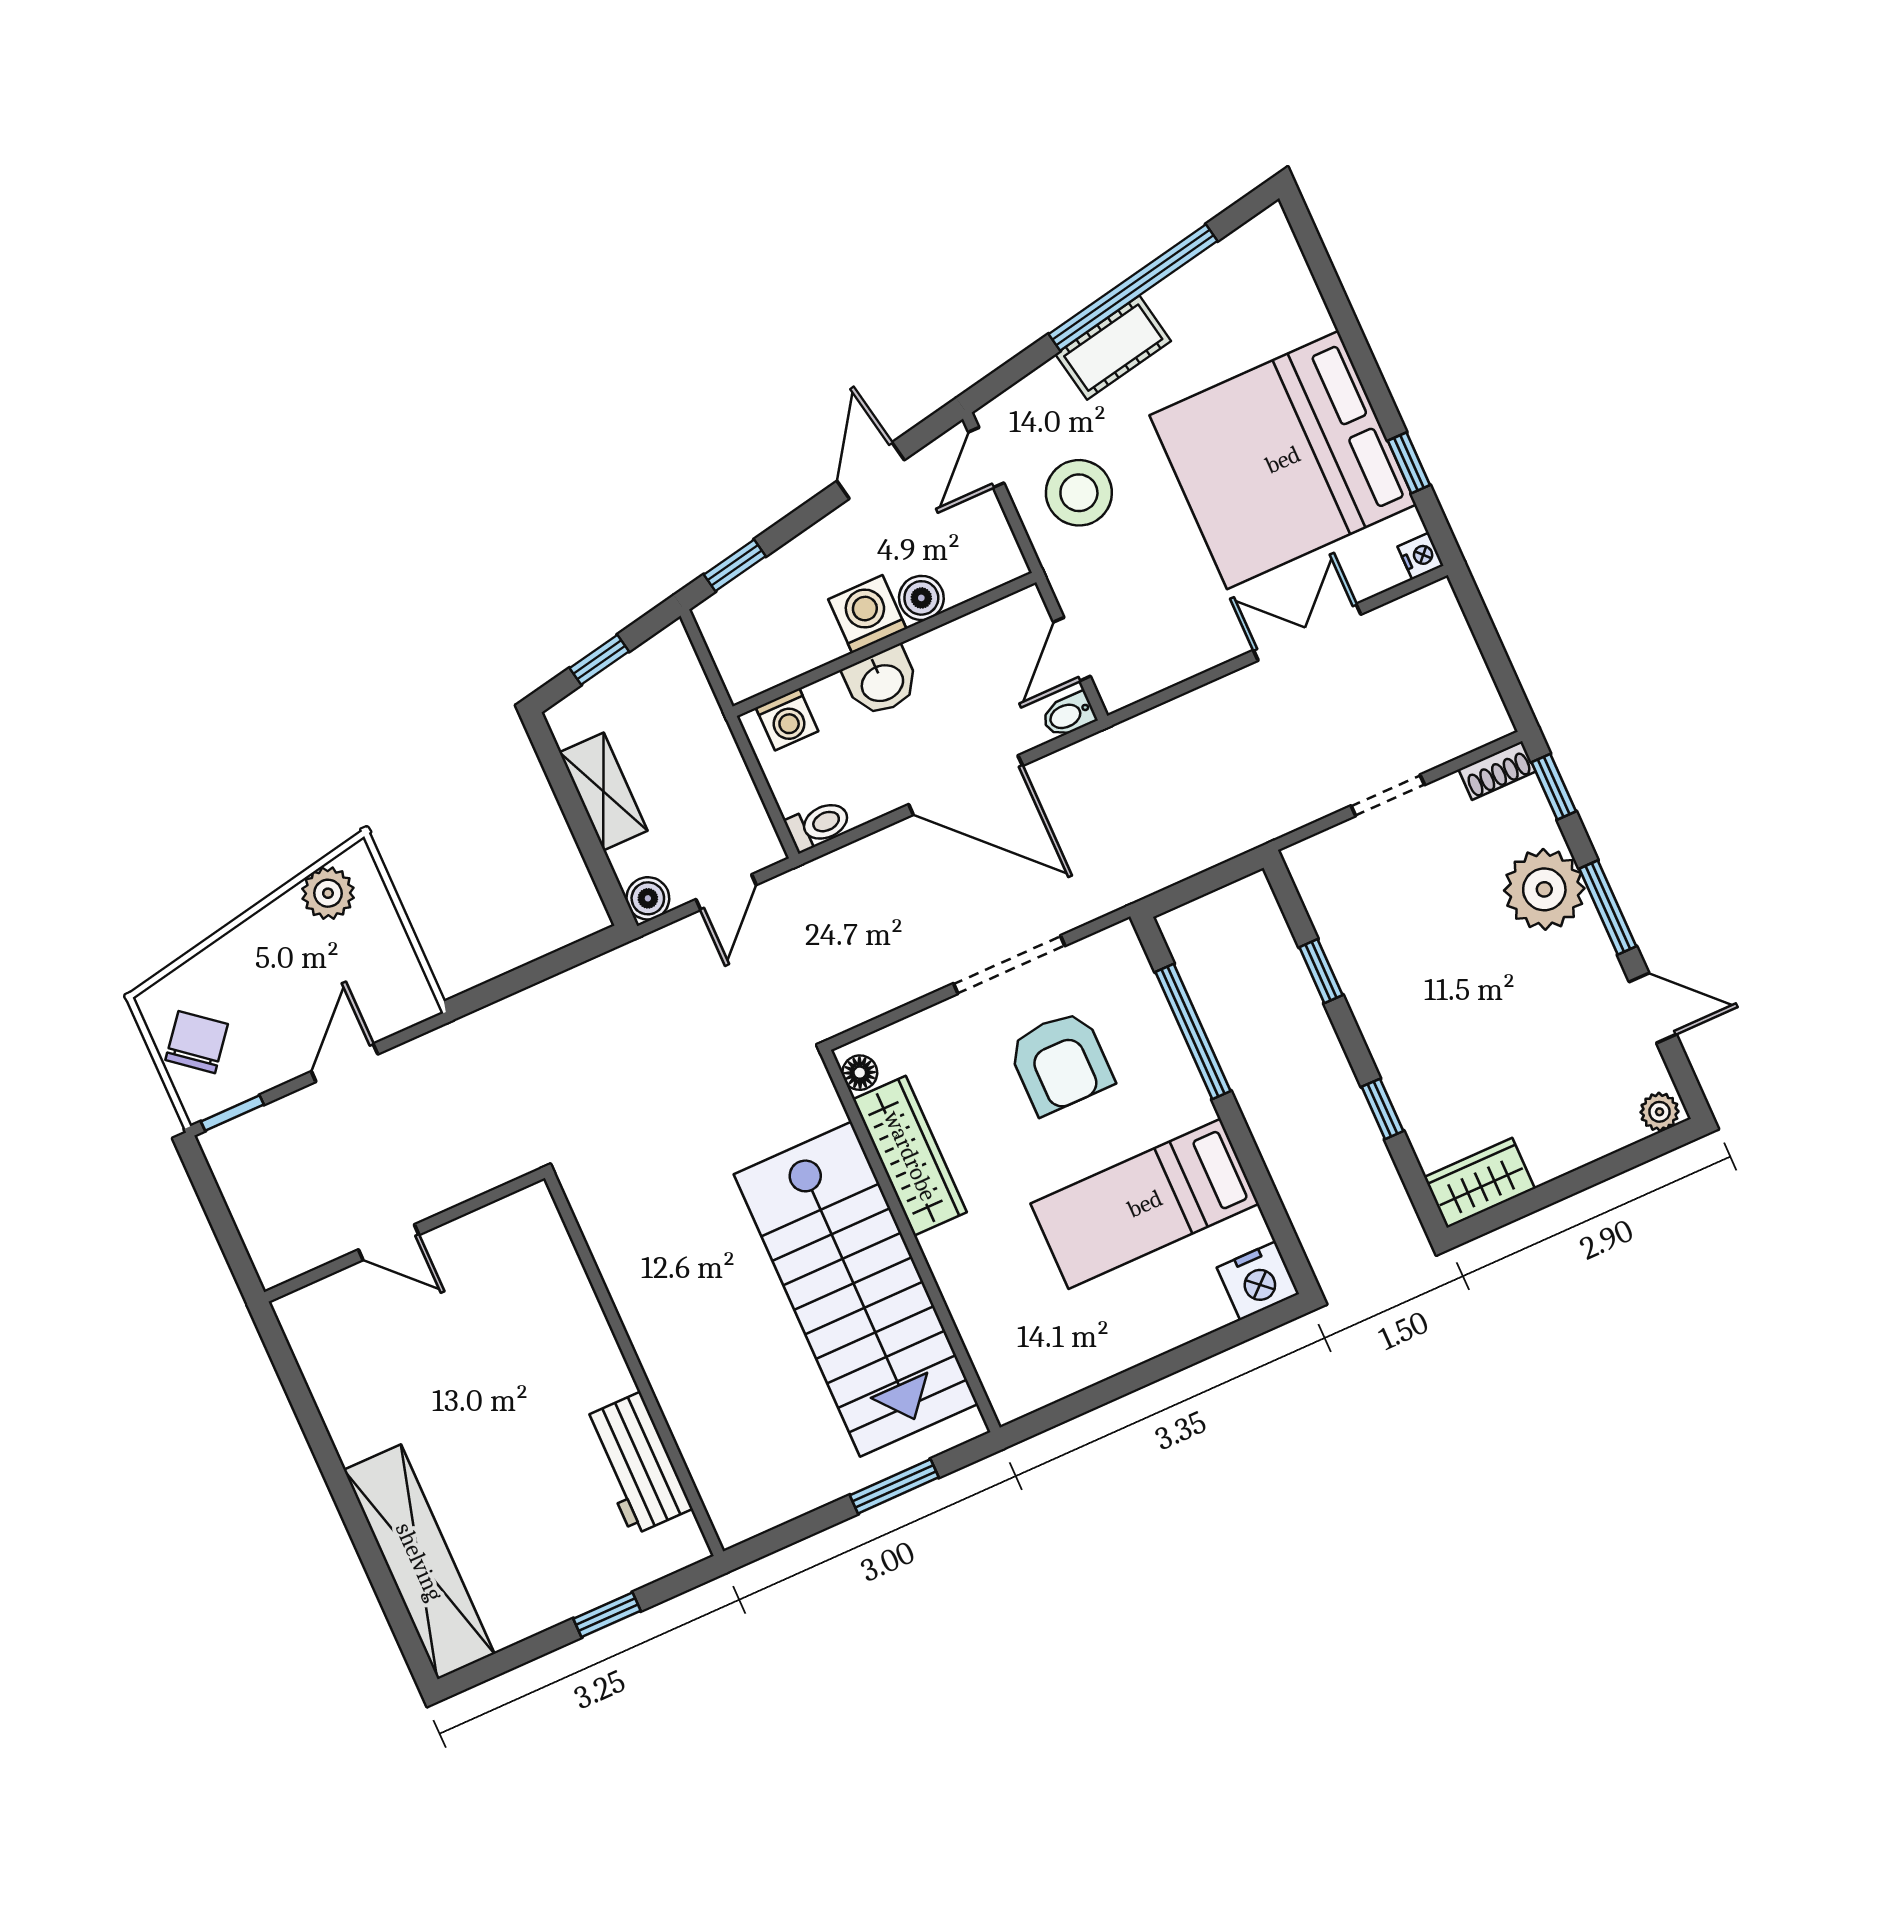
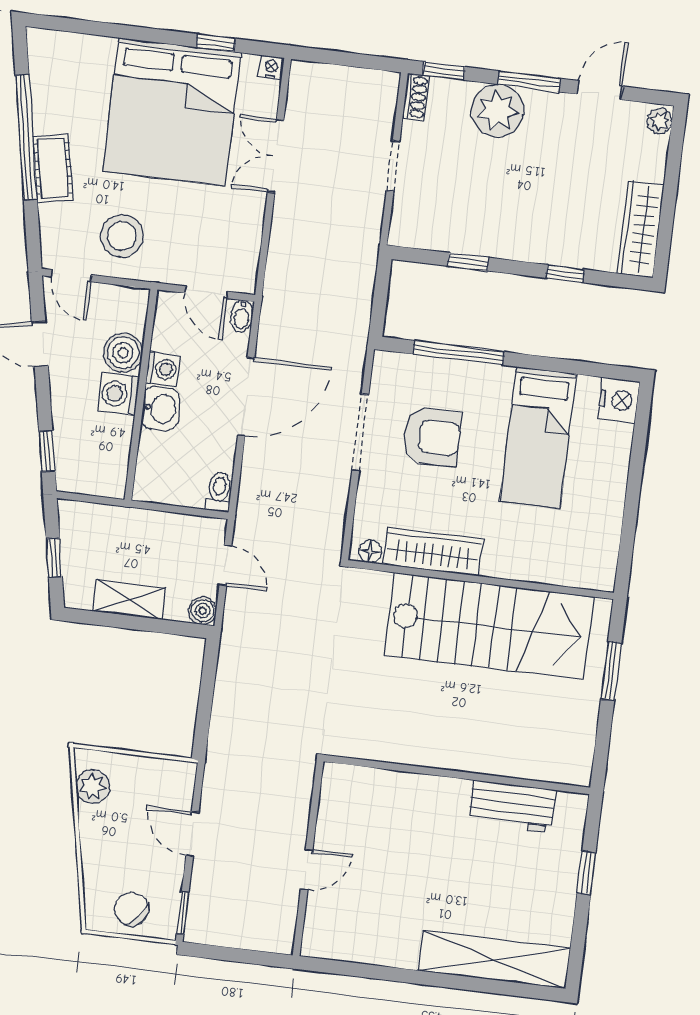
boiler: (921, 598) -> (123, 353), width x1.36, depth x1.36
washing machine: (787, 719) -> (163, 369), moved
wardrobe: (1479, 1183) -> (641, 229), width x1.50

